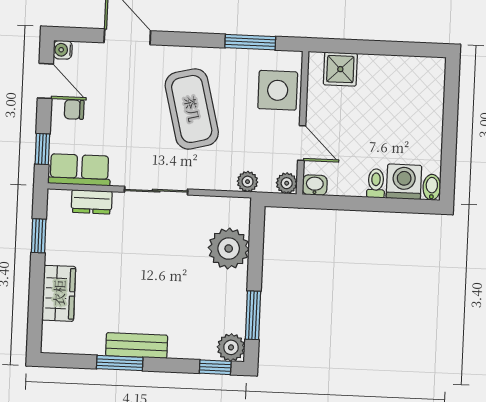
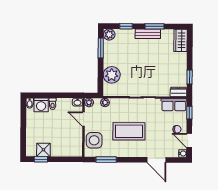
window: (410, 49) -> (41, 159), added
shower: (340, 69) -> (43, 150), moved
coffee table: (192, 109) -> (129, 131), turned -76
dresser: (92, 202) -> (178, 92), moved
wardrobe: (59, 293) -> (180, 40), moved
window: (215, 367) -> (126, 26), moved

